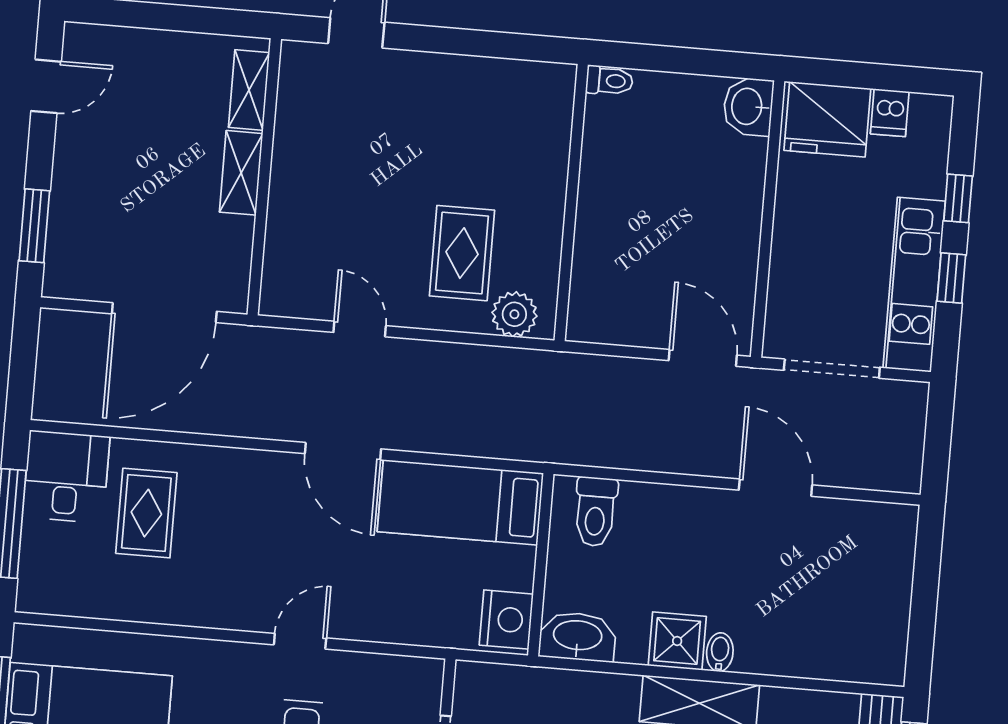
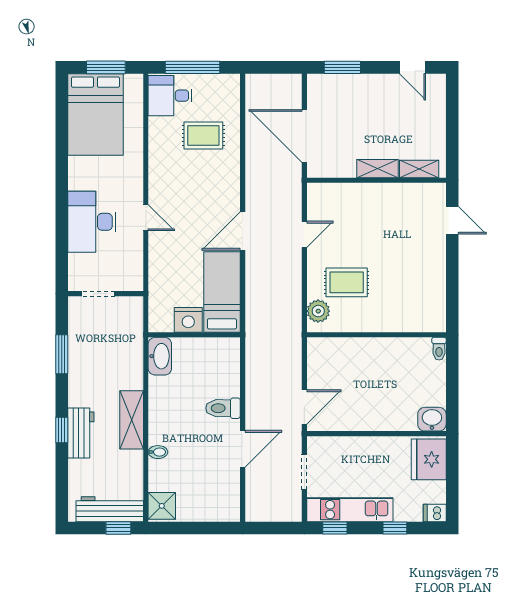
dishwasher: (890, 113) -> (435, 513), moved
window: (951, 278) -> (335, 528), moved
doorway: (832, 369) -> (304, 472), width x0.73
desk: (66, 477) -> (170, 96), moved, turned 180
toilet: (595, 512) -> (223, 408), moved
nightstand: (506, 620) -> (188, 320), moved
shower: (677, 641) -> (162, 506), moved
bidet: (720, 652) -> (158, 452), moved

